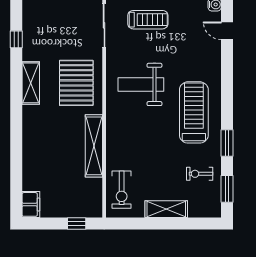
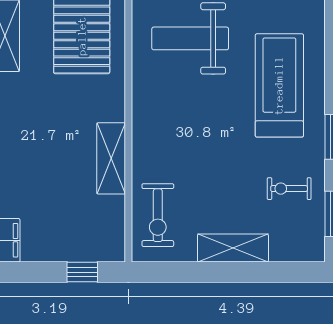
shelving: (94, 146) -> (111, 158), width x0.68

